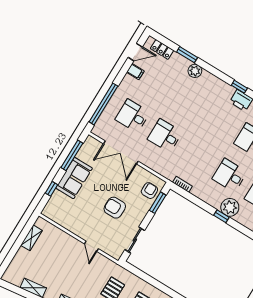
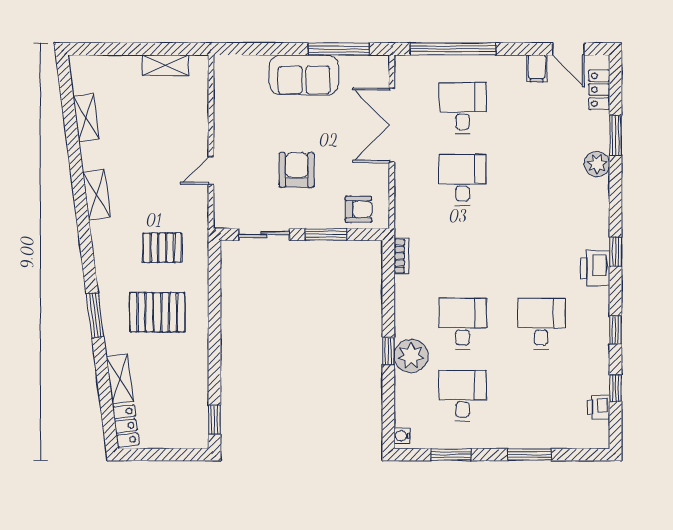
window: (51, 189) -> (264, 49), removed
window: (158, 203) -> (326, 234), moved

